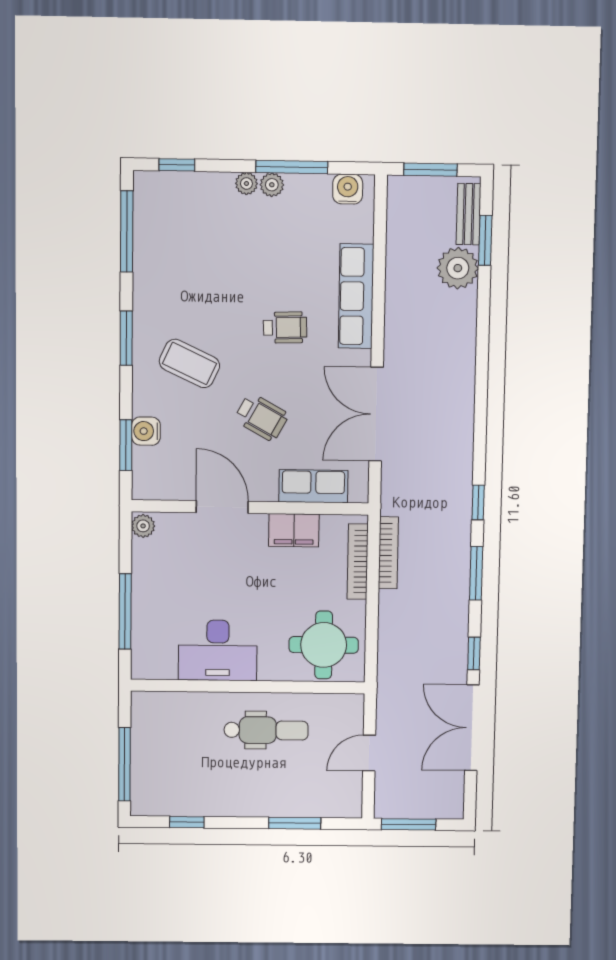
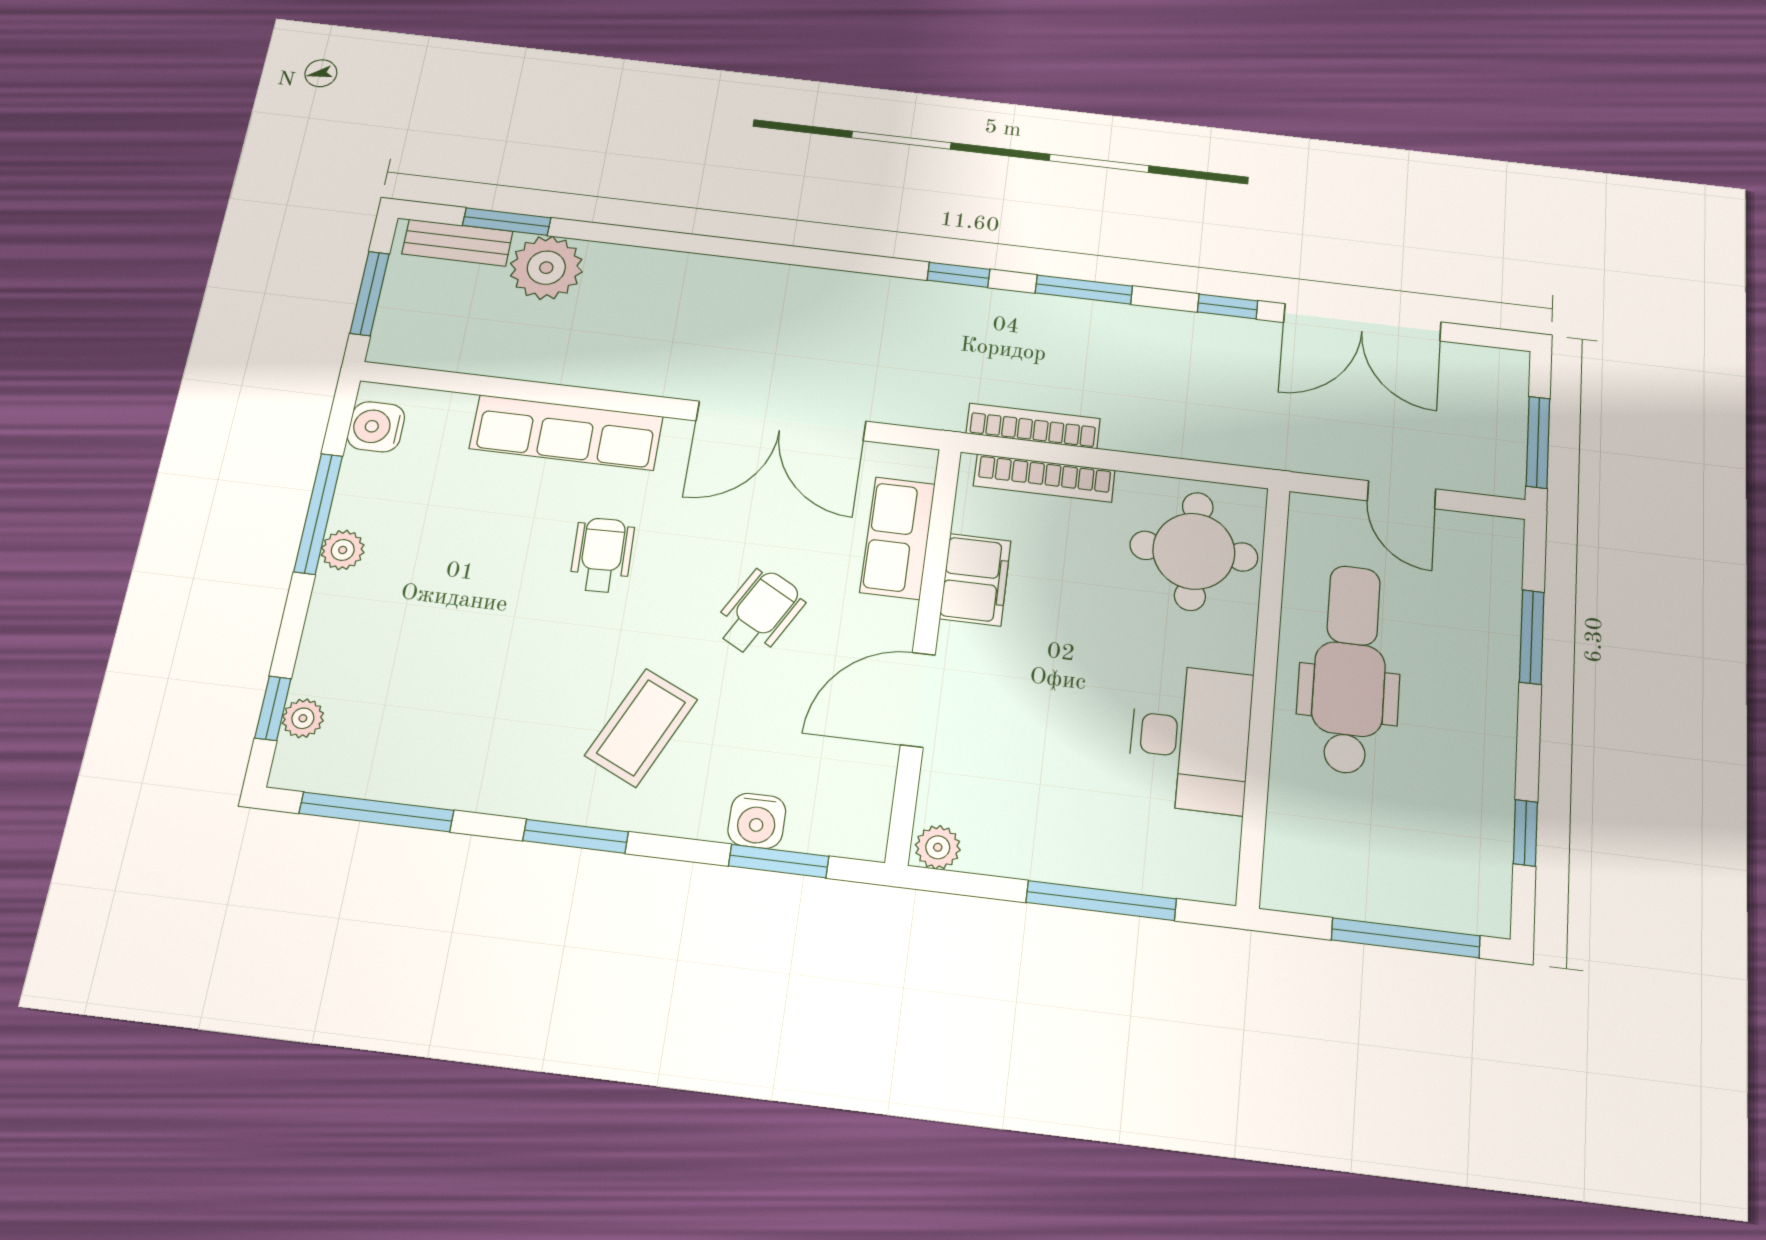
plant: (246, 184) -> (303, 718), moved
dental chair: (266, 730) -> (1350, 668), width x1.36, depth x1.38

